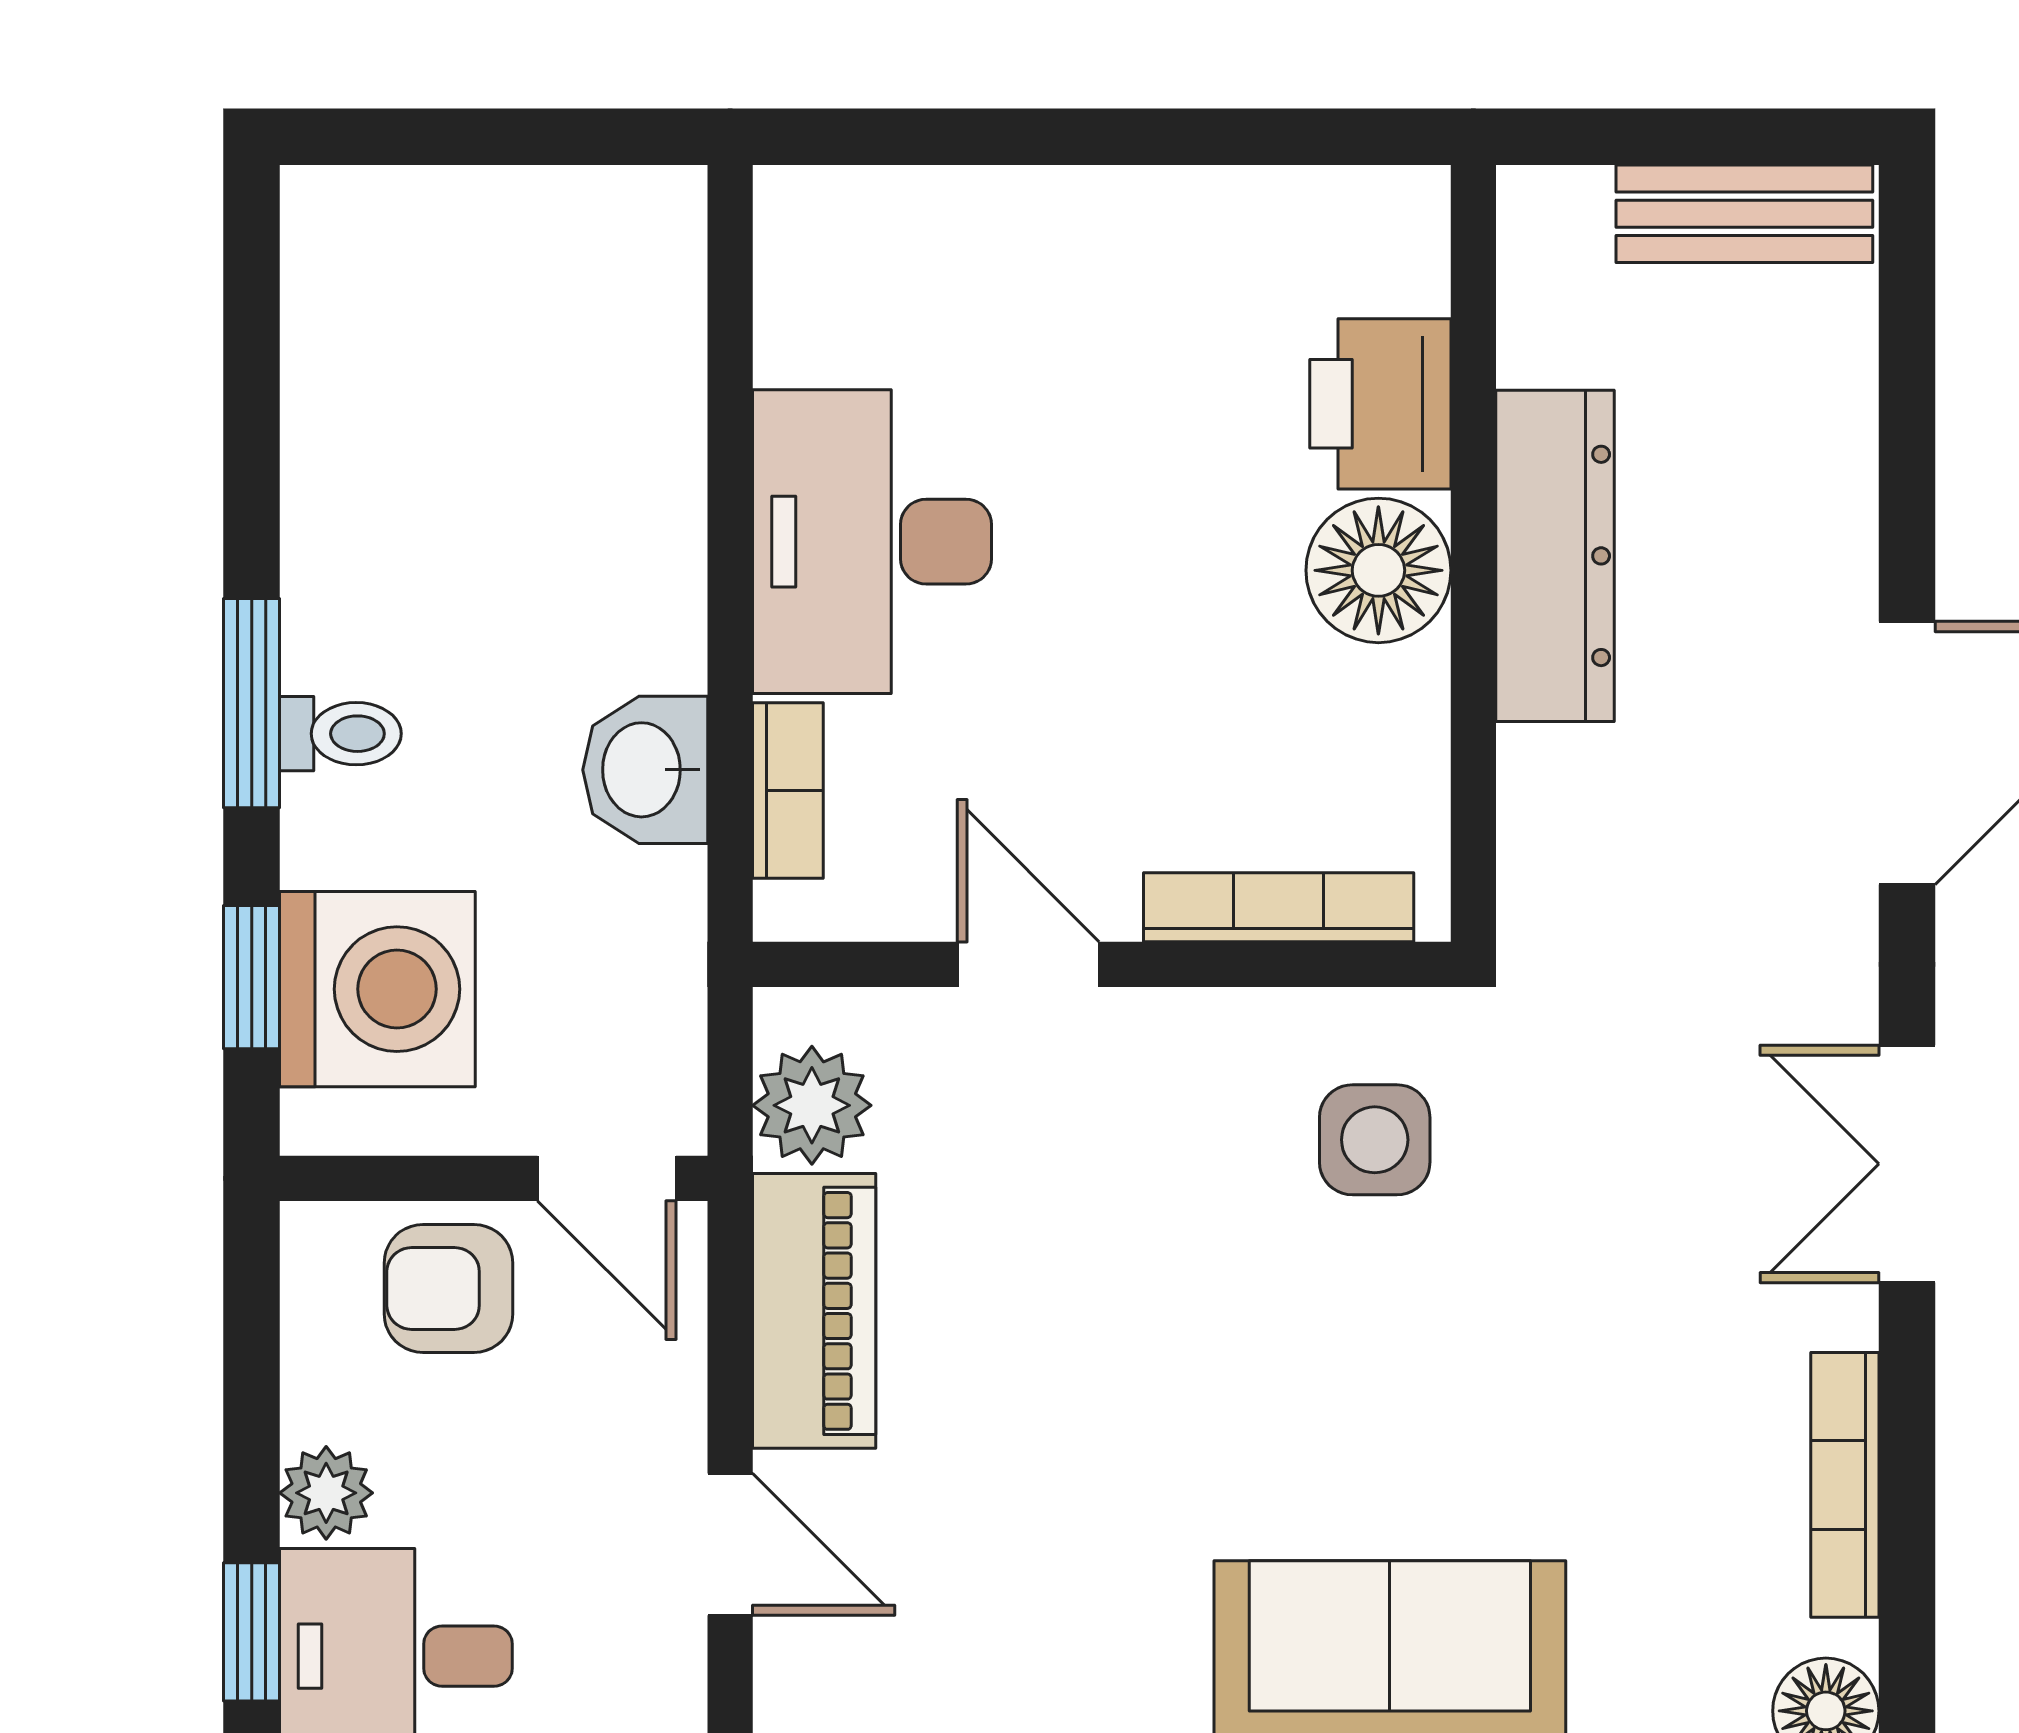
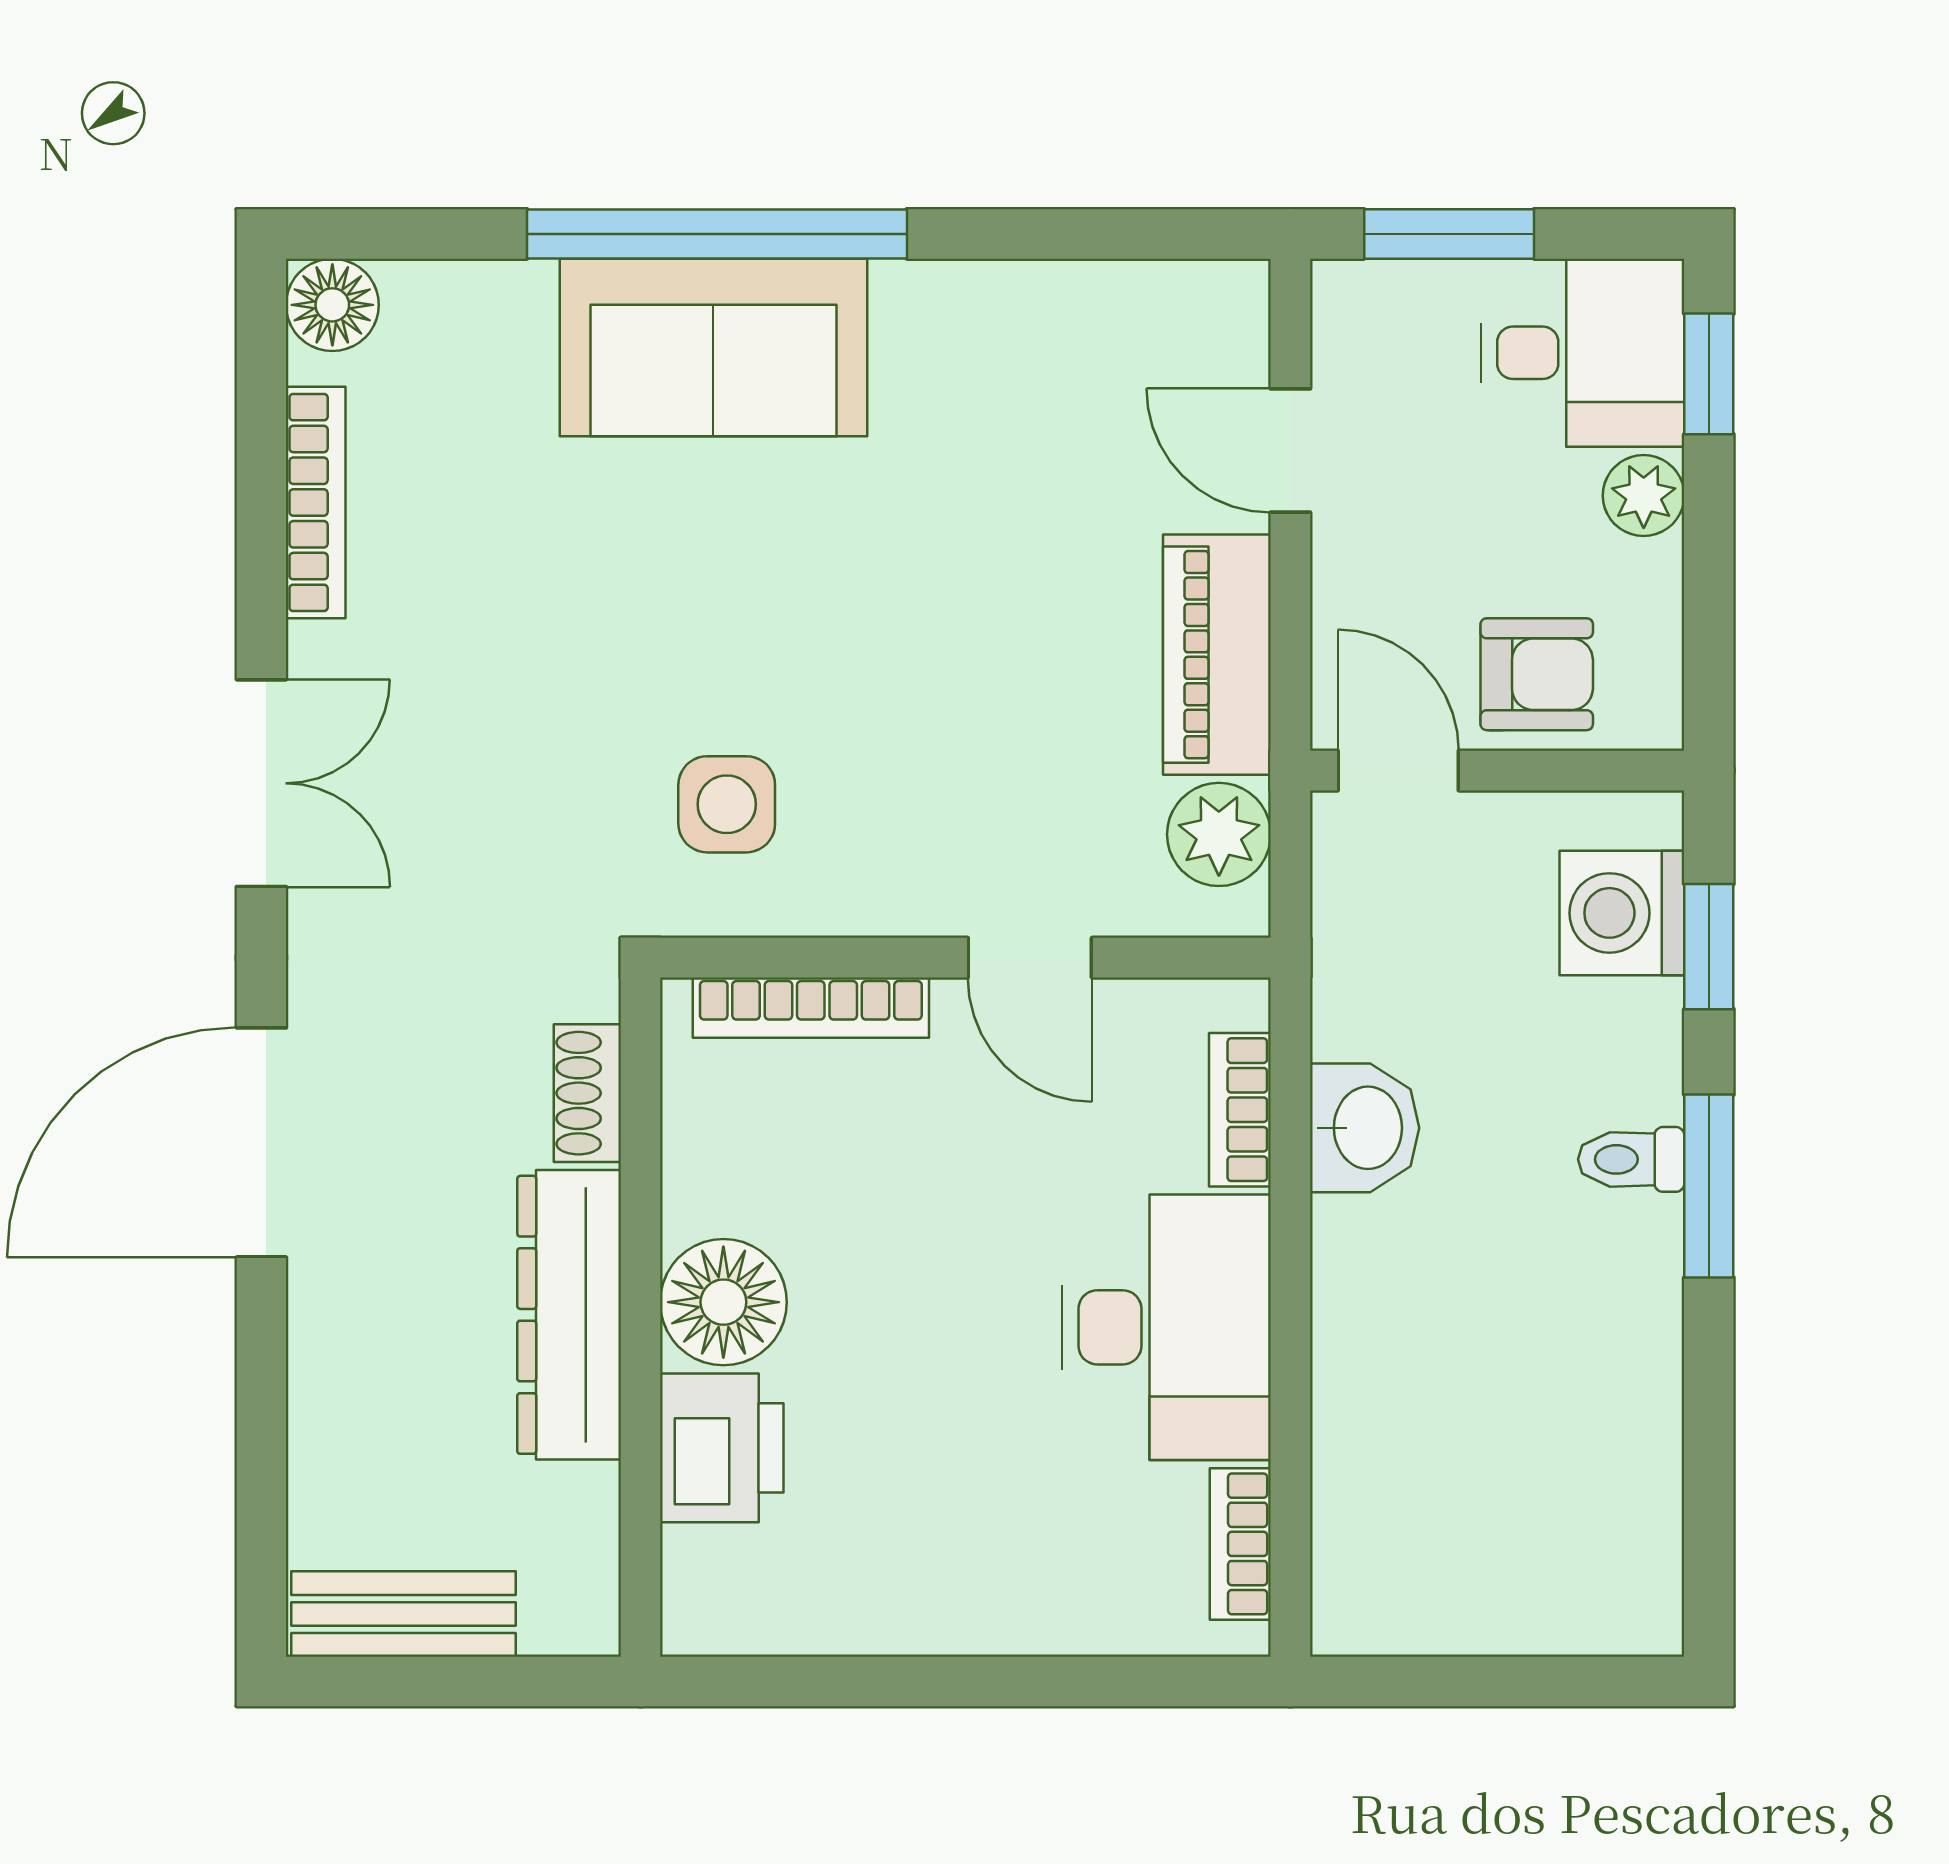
bookcase: (787, 294) -> (1240, 1544), added
shoe rack: (1534, 809) -> (587, 1093), added
washing machine: (377, 989) -> (1622, 913), width x0.73, depth x0.73

